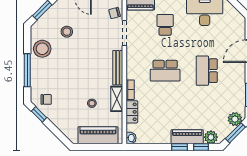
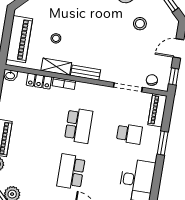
bench: (118, 68) -> (86, 73), width x0.73
school desk: (165, 71) -> (79, 125), turned 180
school desk: (207, 71) -> (71, 172), turned -90

